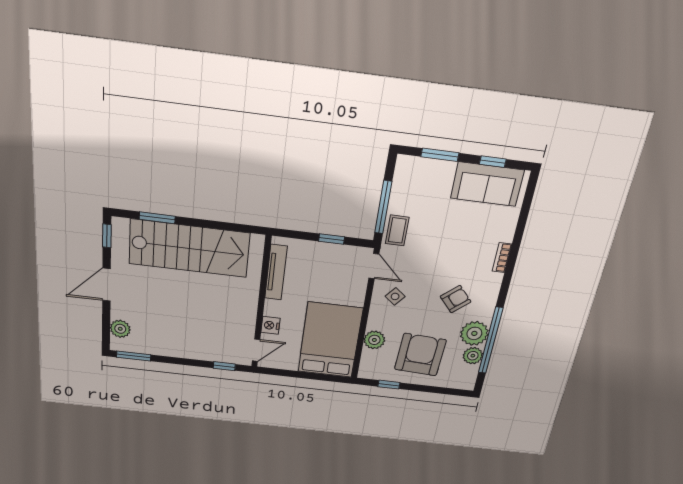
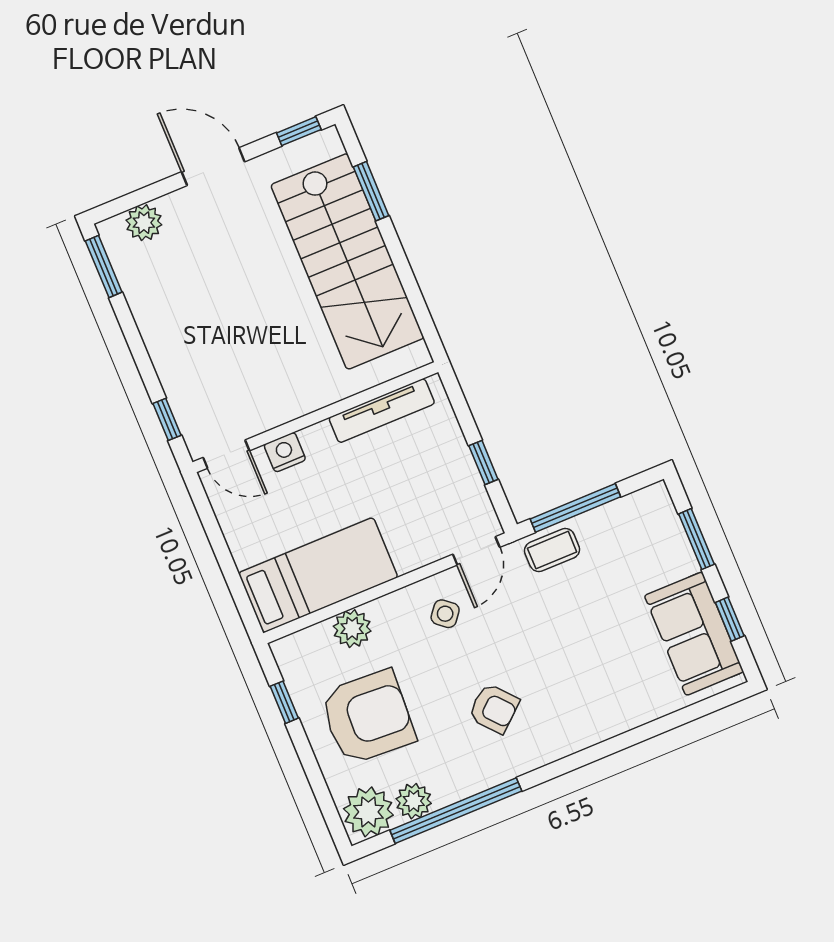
bookcase: (502, 258) -> (599, 732), removed
plant: (474, 333) -> (368, 812), moved
bed: (330, 340) -> (318, 575), width x0.67

